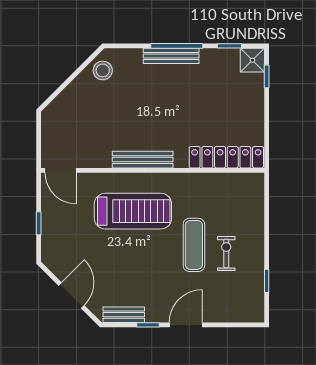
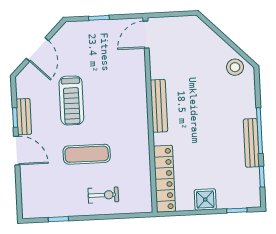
bench: (171, 56) -> (251, 143), moved
shower: (252, 60) -> (205, 200), moved
treadmill: (133, 211) -> (71, 100), moved, width x0.73, depth x0.73
exercise bike: (226, 253) -> (103, 195), moved
door: (71, 295) -> (37, 49), hinge flipped
bench: (124, 315) -> (24, 117), moved

